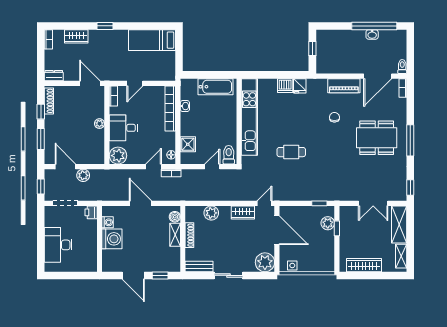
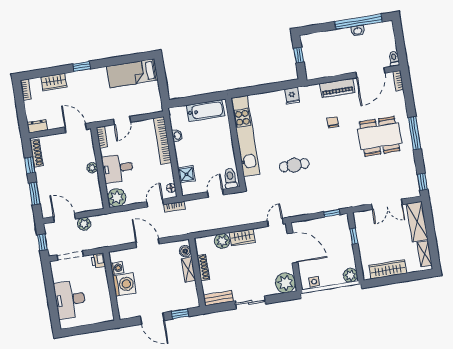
dishwasher: (285, 86) -> (277, 98), removed
wardrobe: (243, 212) -> (242, 237), moved
plant: (328, 223) -> (351, 275), moved

